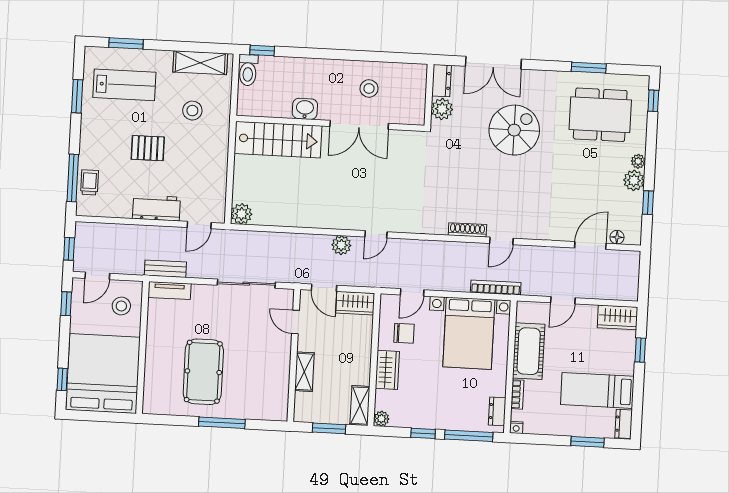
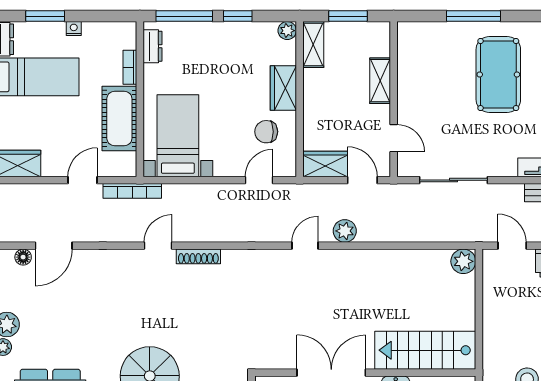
door: (199, 225) -> (512, 246), hinge flipped
bookcase: (496, 288) -> (132, 191), moved
bed with nightstands: (469, 333) -> (178, 136), width x0.73
nightstand: (516, 427) -> (74, 29), moved

